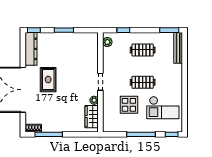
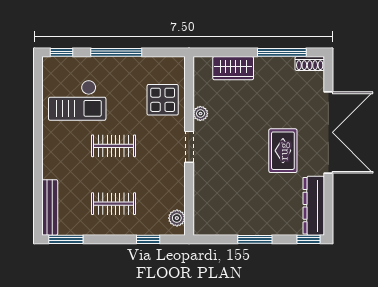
display table: (129, 105) -> (163, 100), moved
checkout: (163, 108) -> (77, 100), turned 180
wardrobe: (92, 117) -> (233, 68), moved, turned 90

